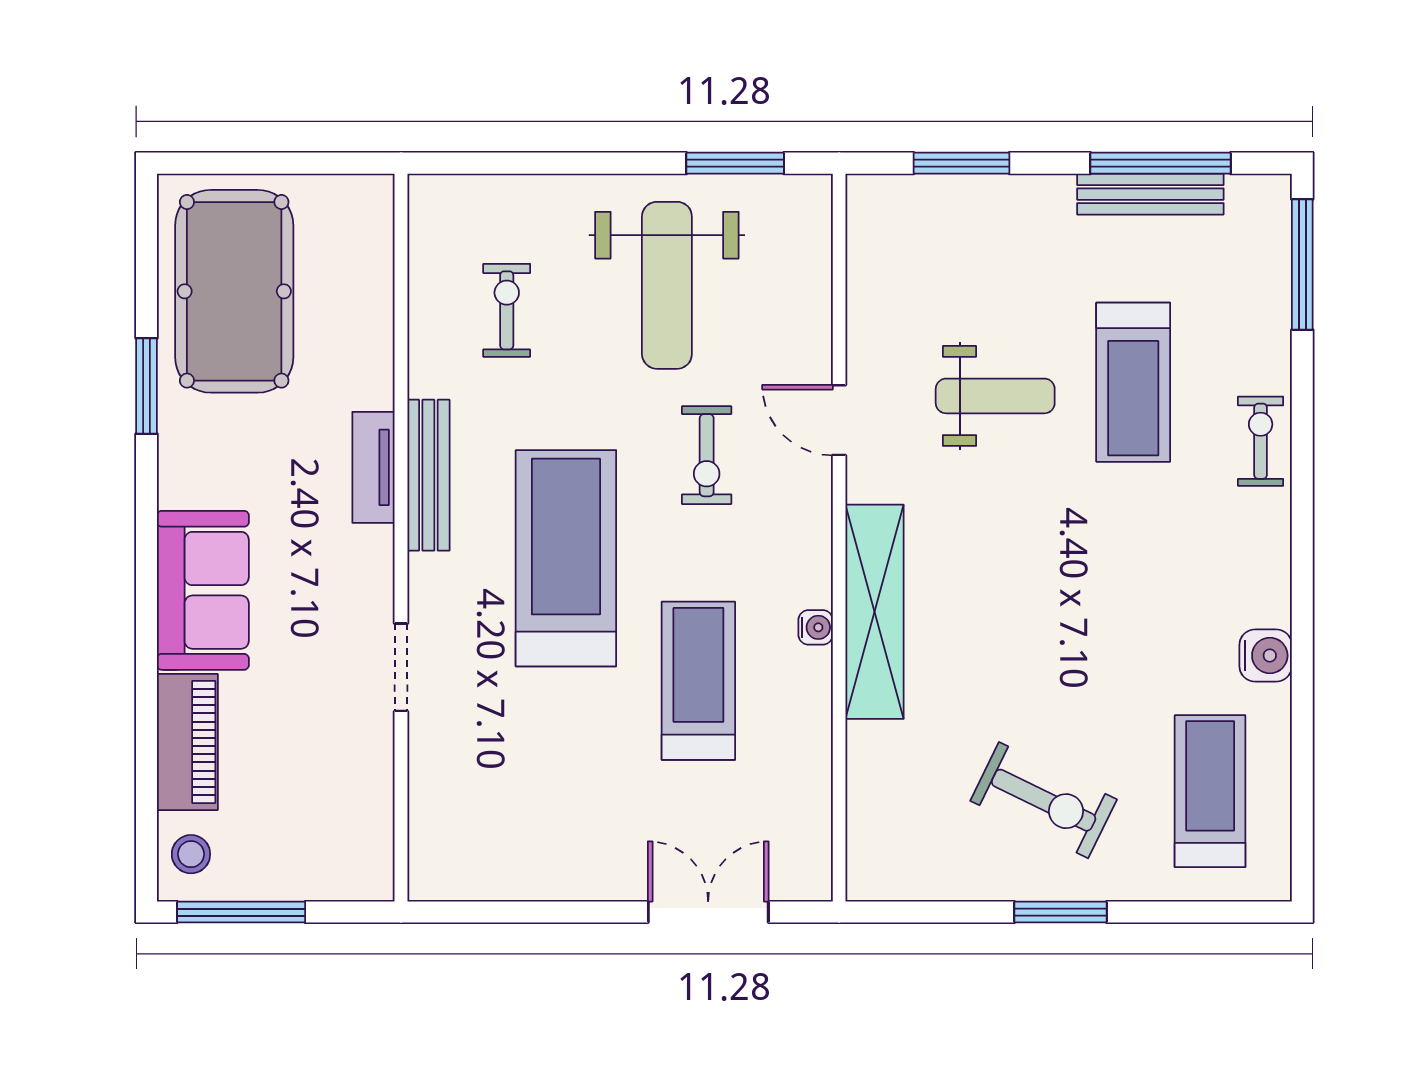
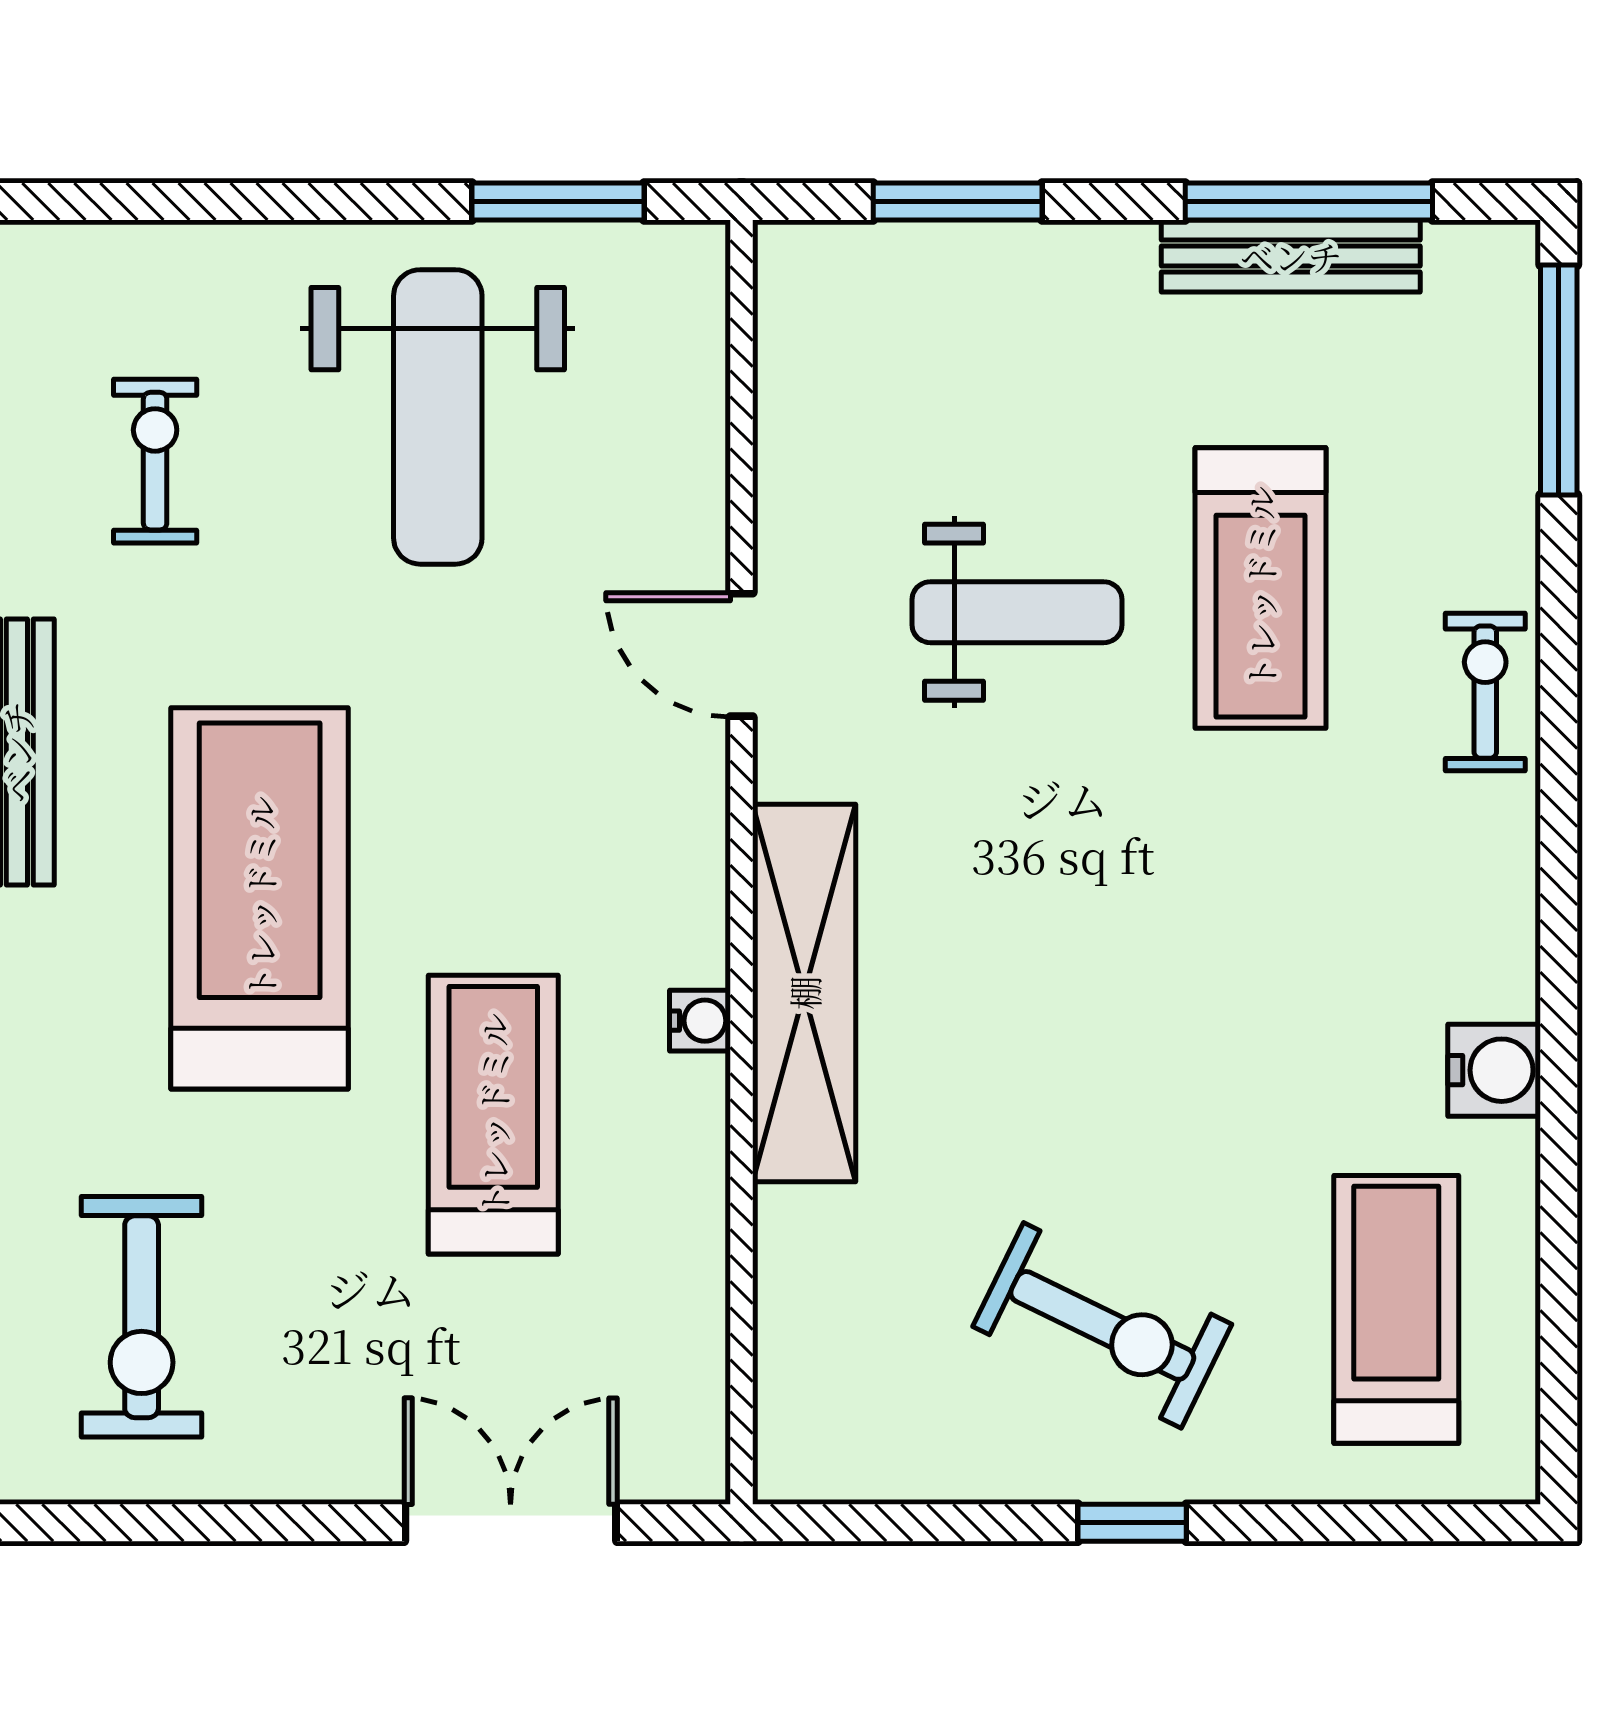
exercise bike: (707, 455) -> (142, 1317), moved, width x1.38, depth x1.39
window: (1060, 912) -> (1132, 1523), width x0.67

